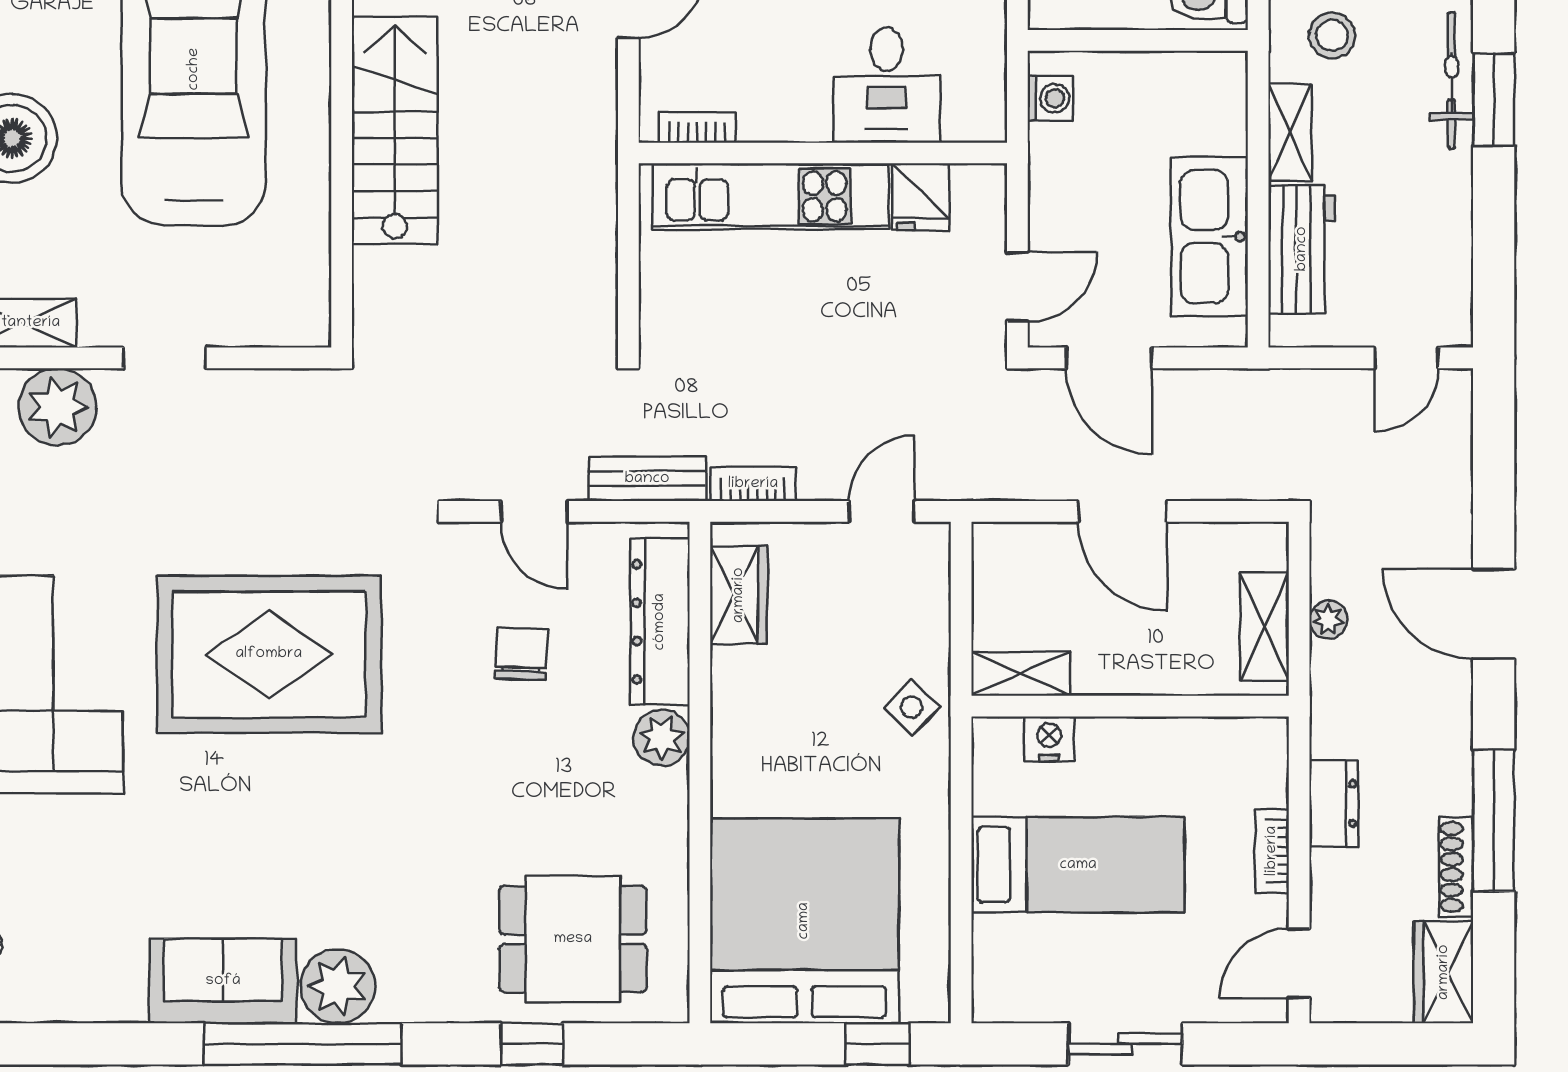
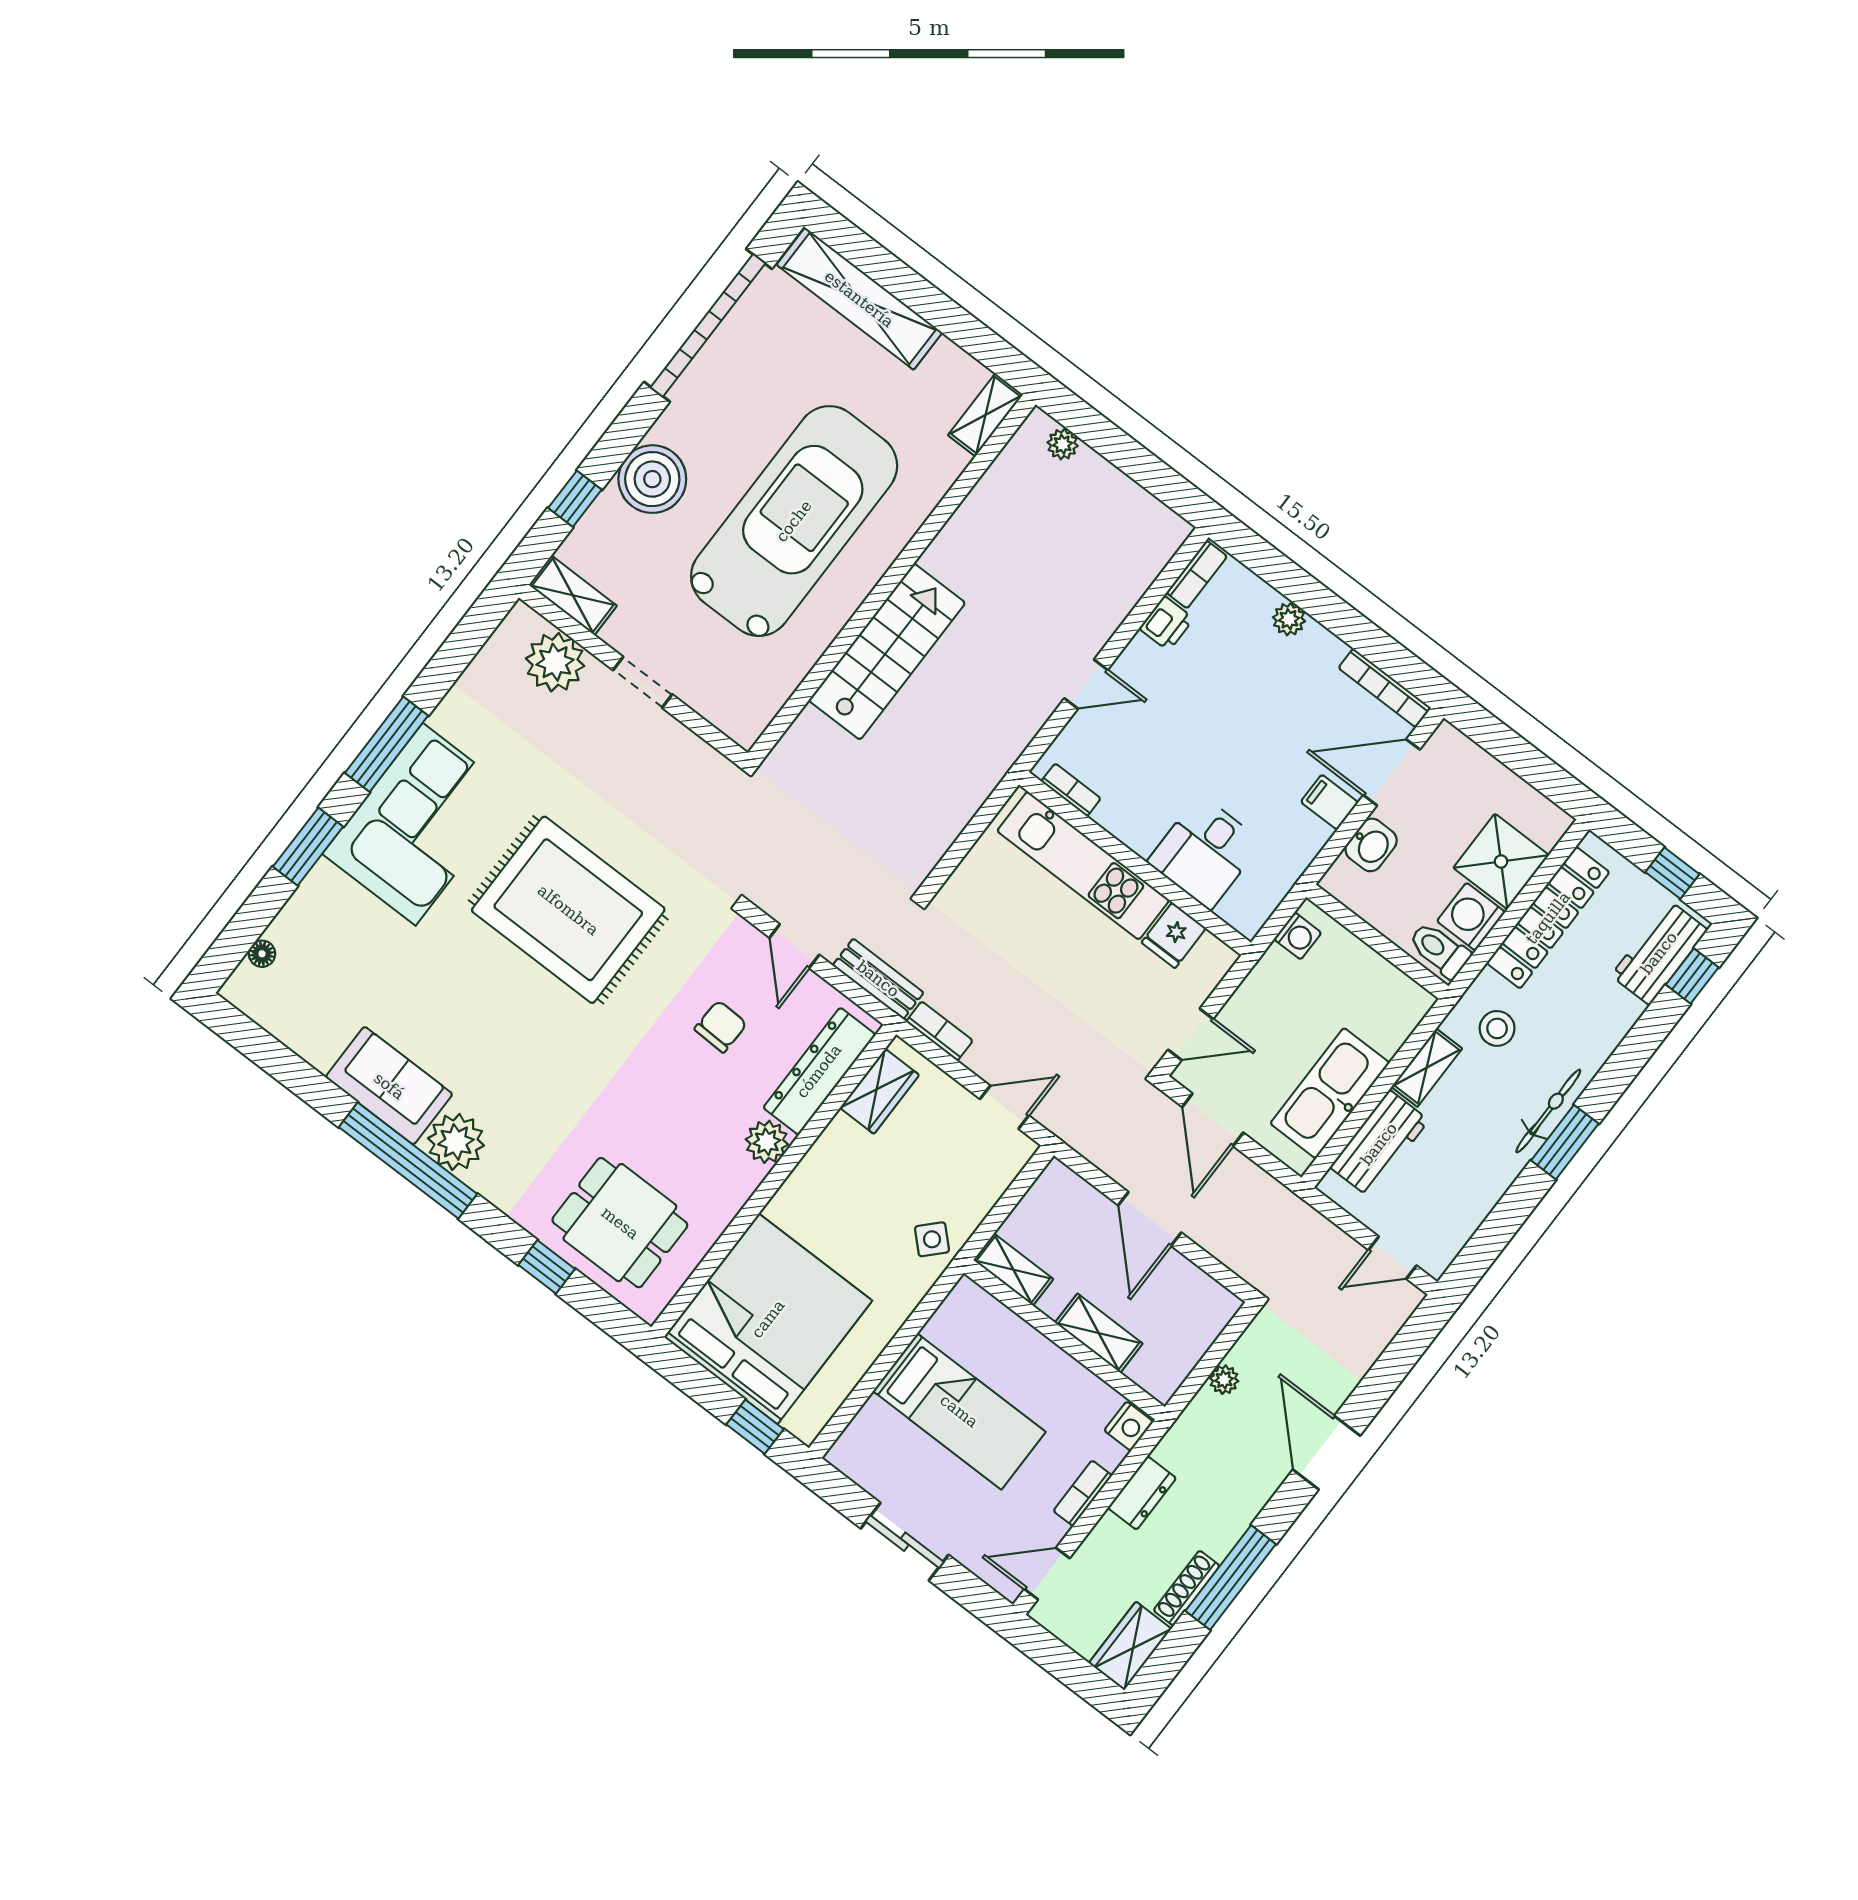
shelving: (1264, 627) -> (1099, 1333), moved, turned 90
nightstand: (1049, 739) -> (1129, 1426), moved, turned 90

